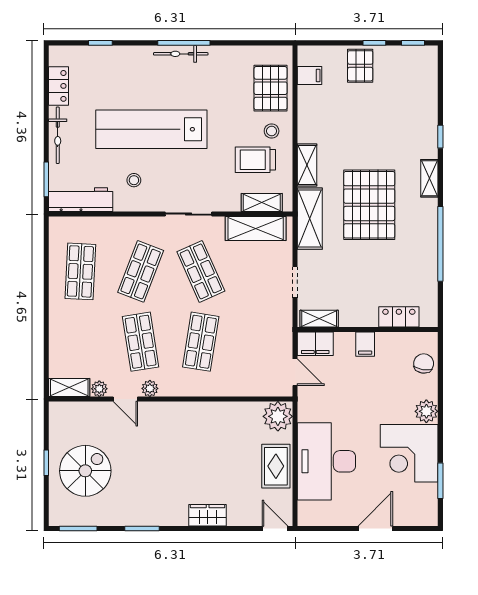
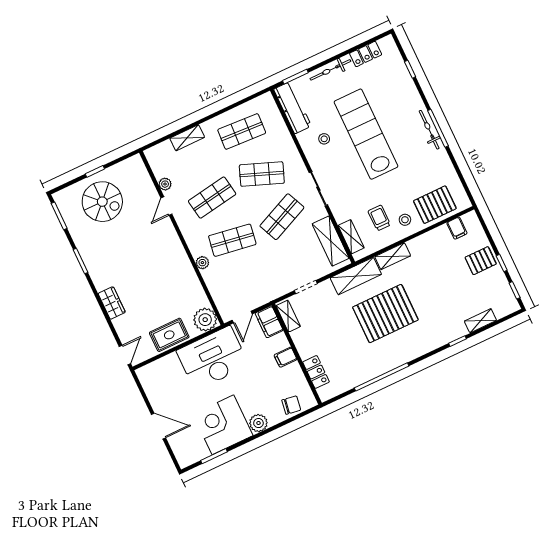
trolley: (255, 160) -> (379, 218), width x0.73, depth x0.72
shelving: (429, 178) -> (480, 321), moved
shelving: (69, 387) -> (187, 138), moved, turned 90
plant: (150, 388) -> (202, 263), moved
desk: (326, 461) -> (213, 358), moved

